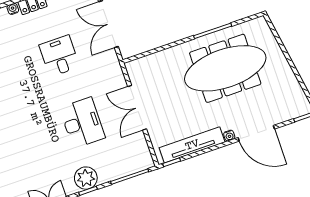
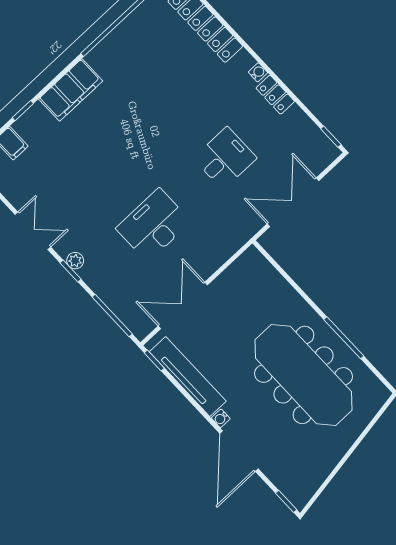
double door: (137, 108) -> (183, 305), moved
desk: (82, 123) -> (153, 225), turned 180
plant: (86, 178) -> (75, 261), width x0.53, depth x0.53

